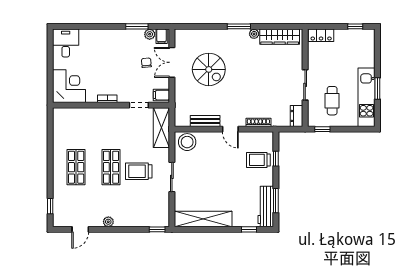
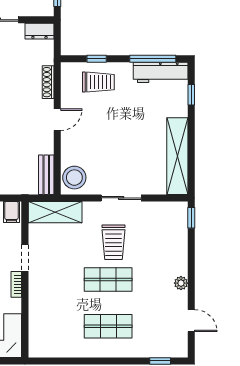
doorway: (139, 105) -> (25, 258), moved
bench: (205, 121) -> (46, 175), moved
trolley: (258, 160) -> (98, 82), turned -90
window: (276, 201) -> (153, 59), width x1.44

